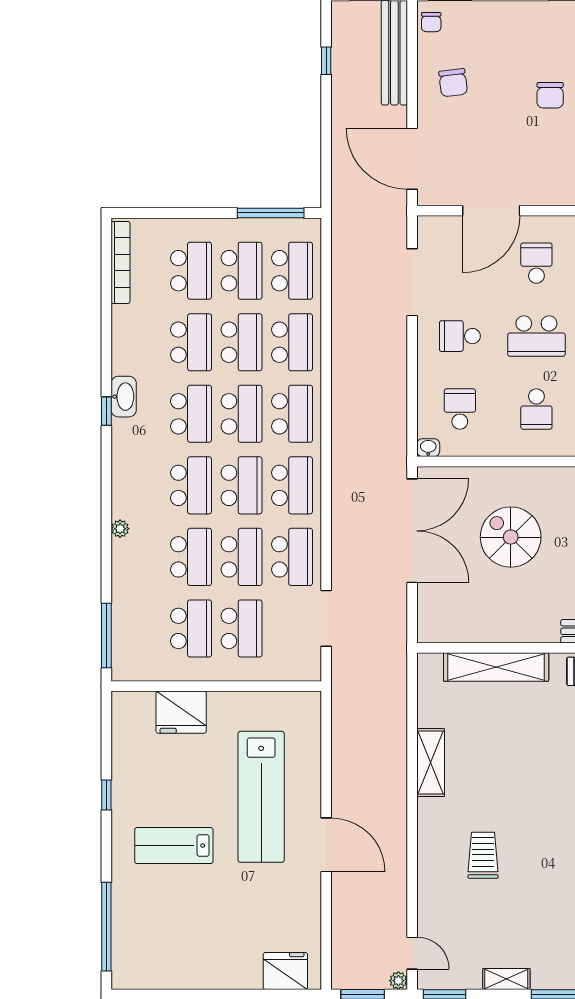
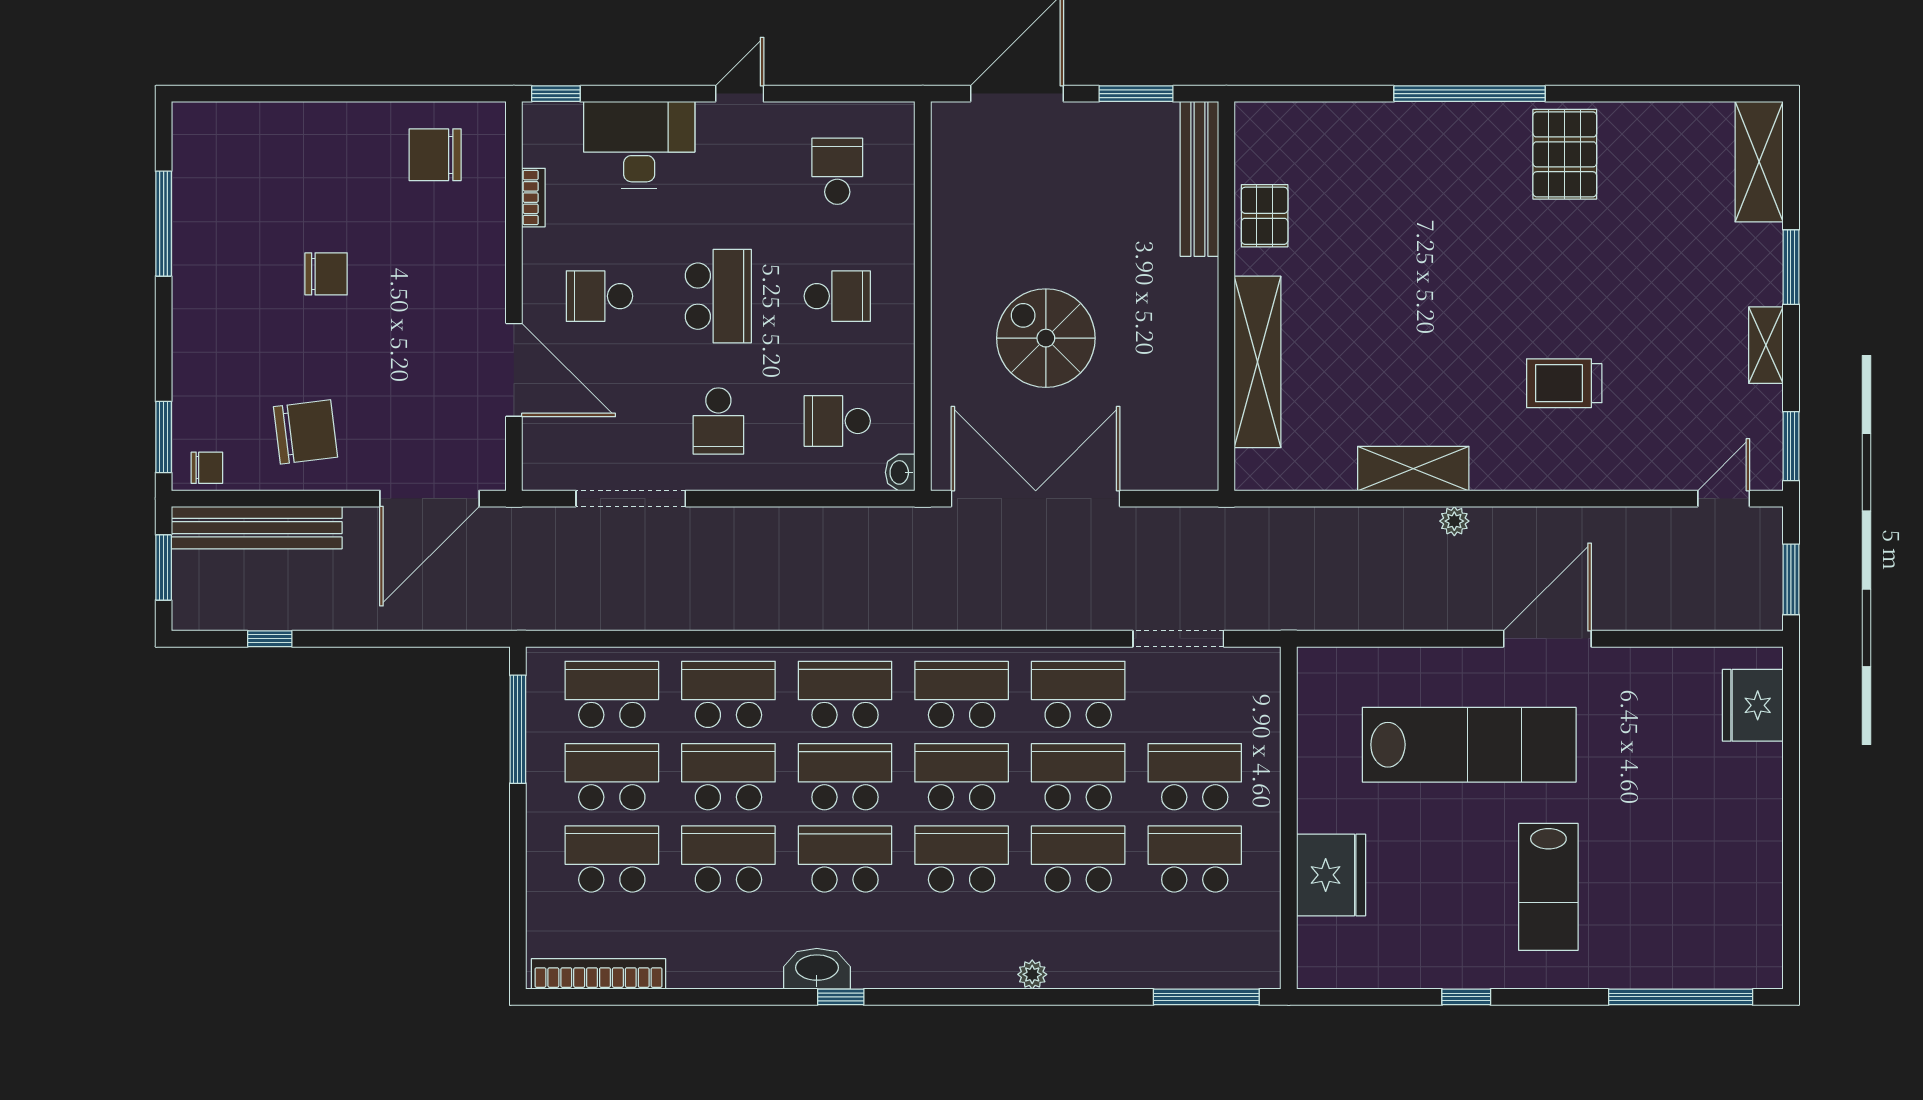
chair: (453, 83) -> (305, 432), width x1.37, depth x1.37
spiral stairs: (511, 537) -> (1046, 338), turned 90
plant: (398, 981) -> (1454, 521), moved

